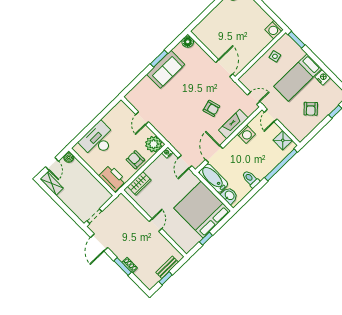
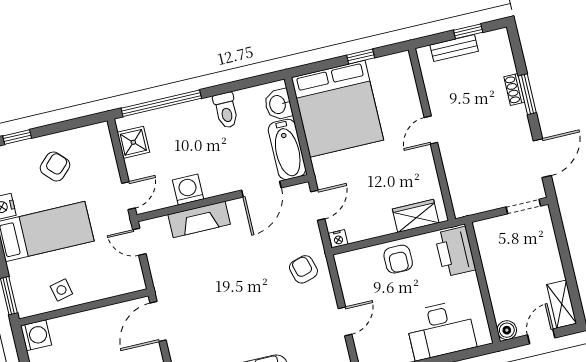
armchair: (211, 108) -> (303, 269), moved
plant: (154, 144) -> (352, 267), removed

